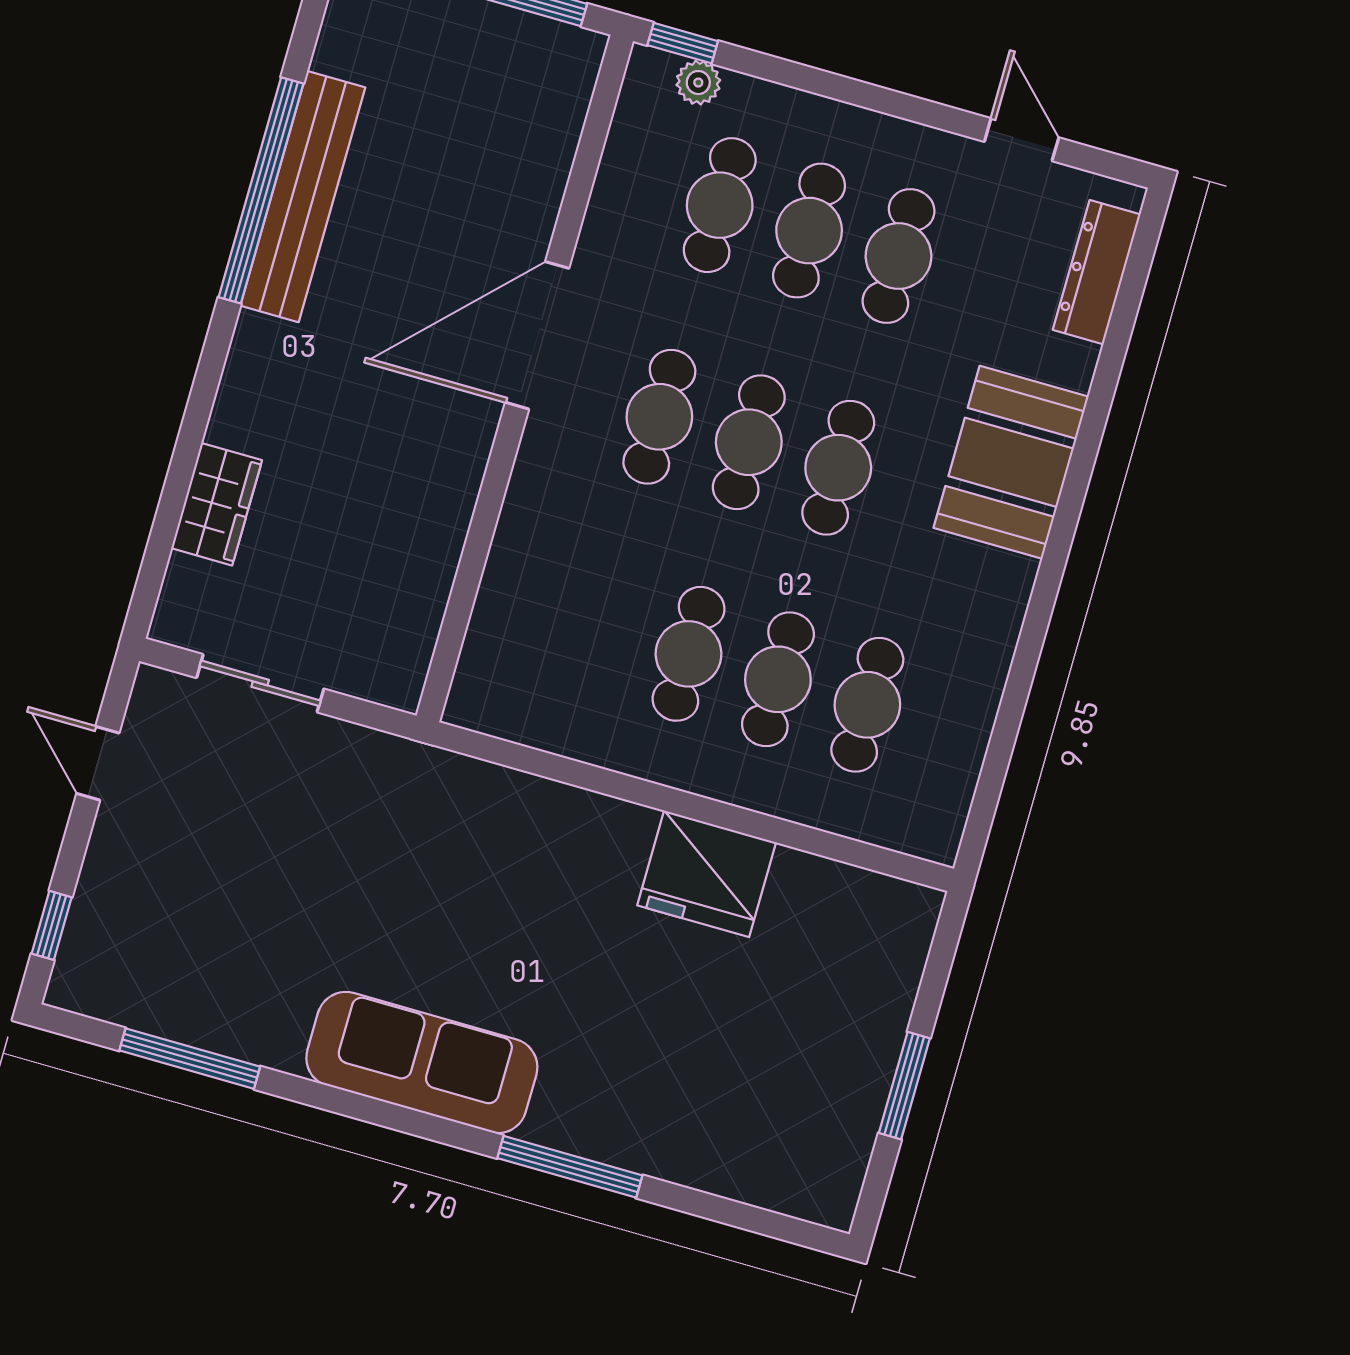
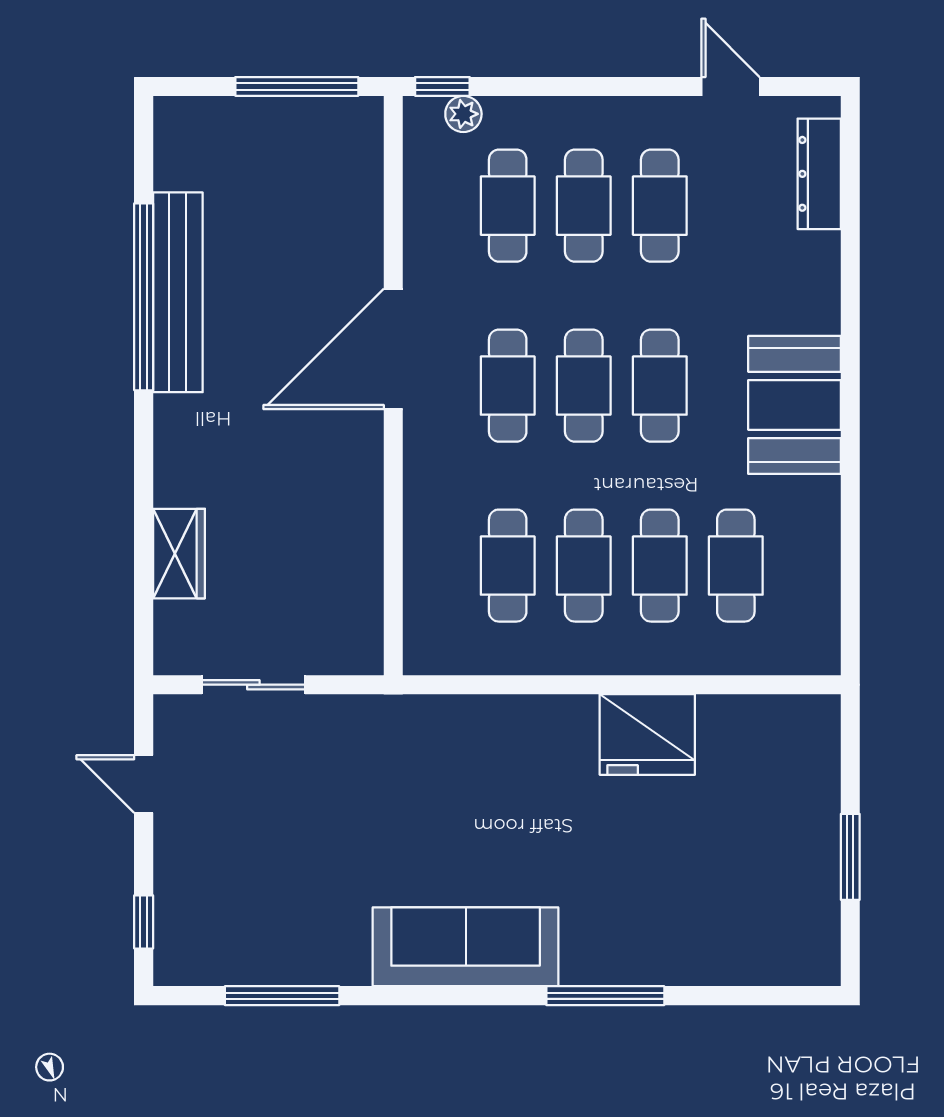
booth: (1011, 462) -> (795, 405), moved
cafe table: (599, 628) -> (508, 566), added

